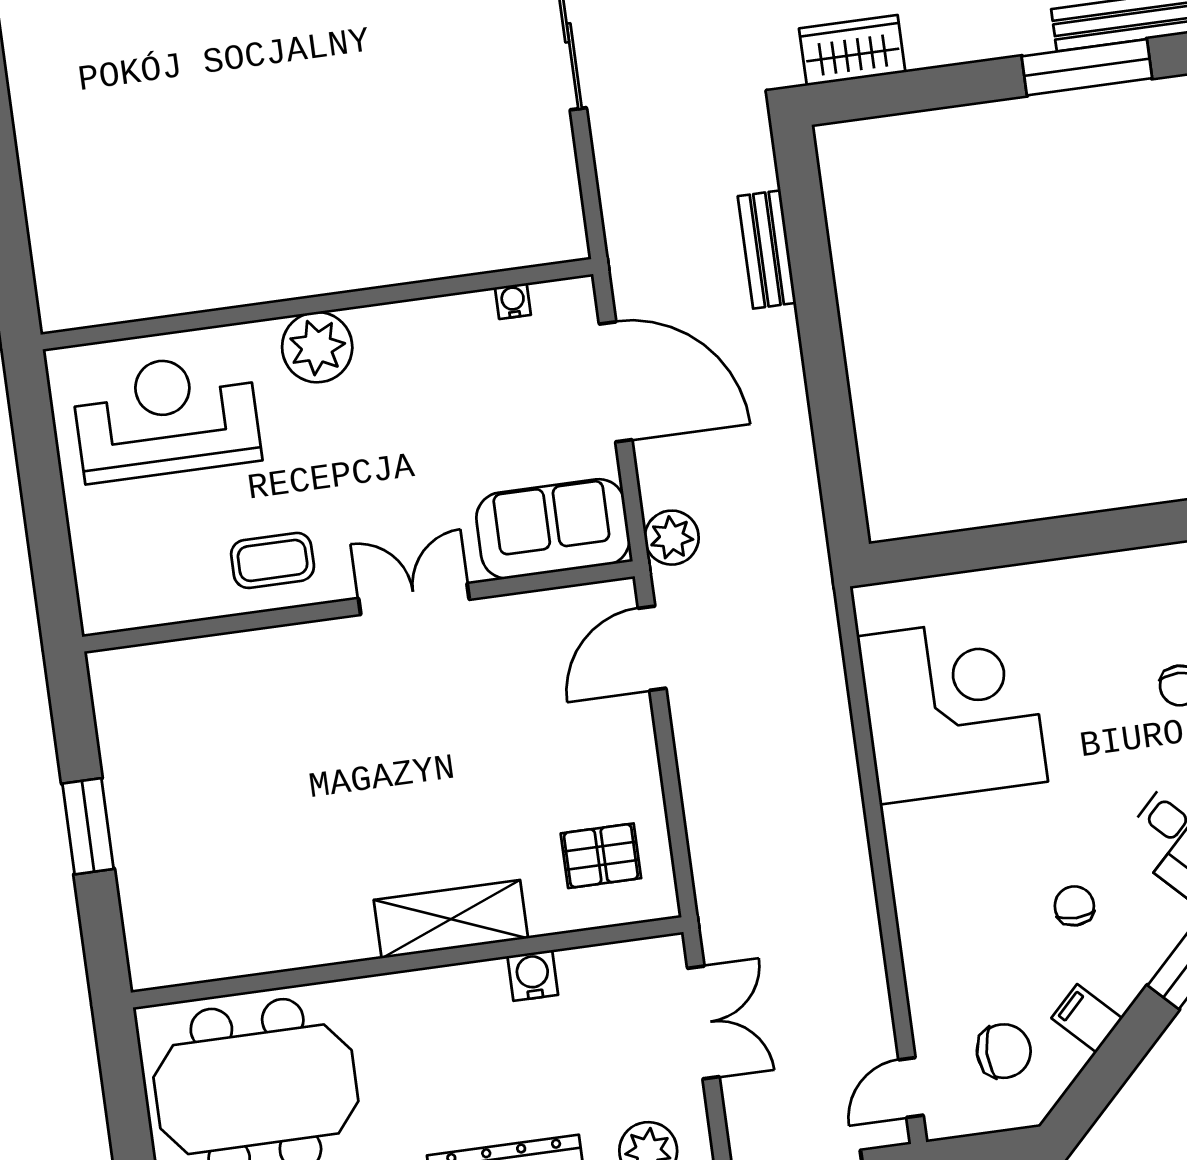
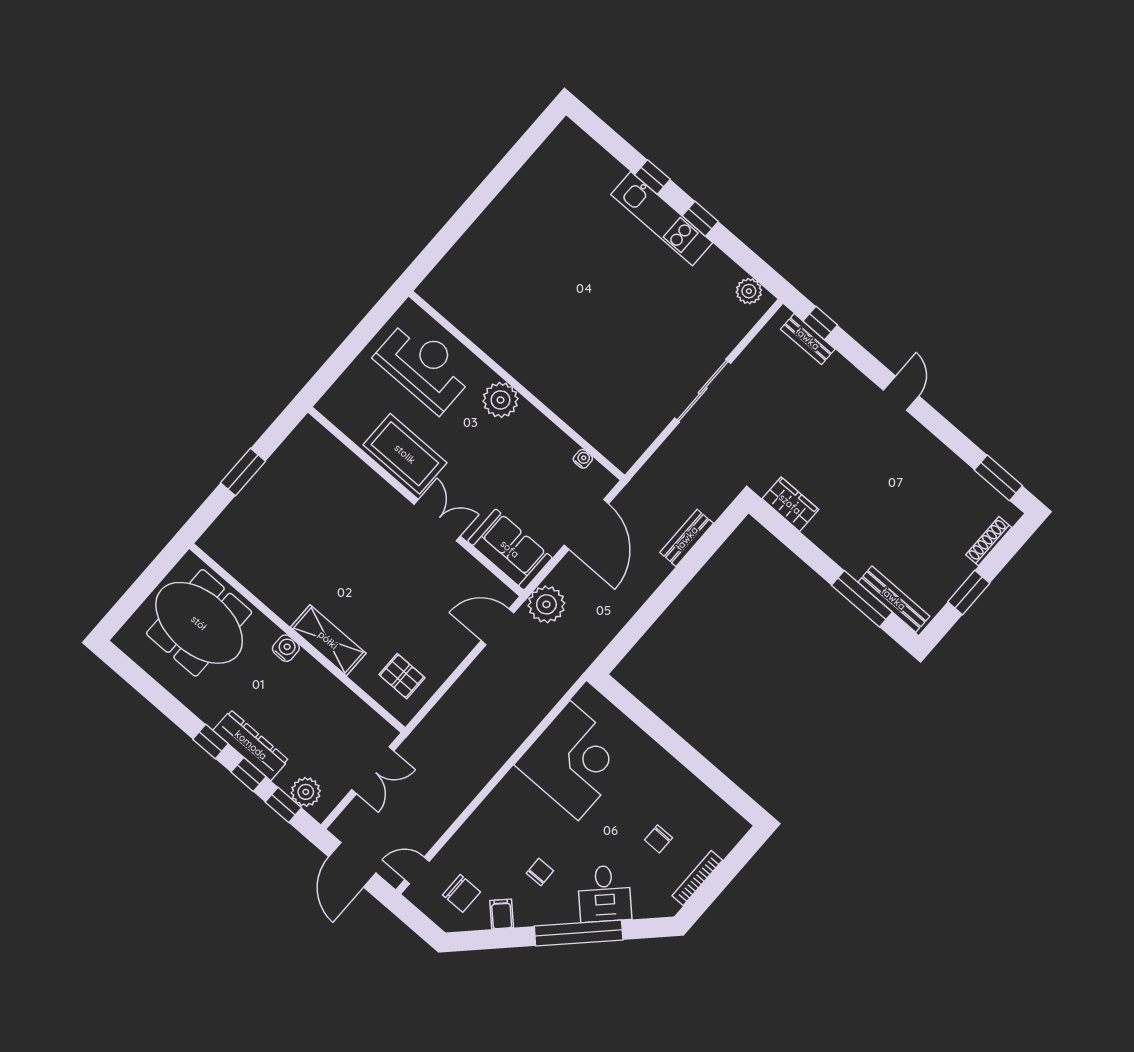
plant: (672, 538) -> (546, 604), width x1.36, depth x1.36
coffee table: (273, 560) -> (405, 454), width x1.86, depth x1.72
water cooler: (533, 975) -> (286, 648), moved

